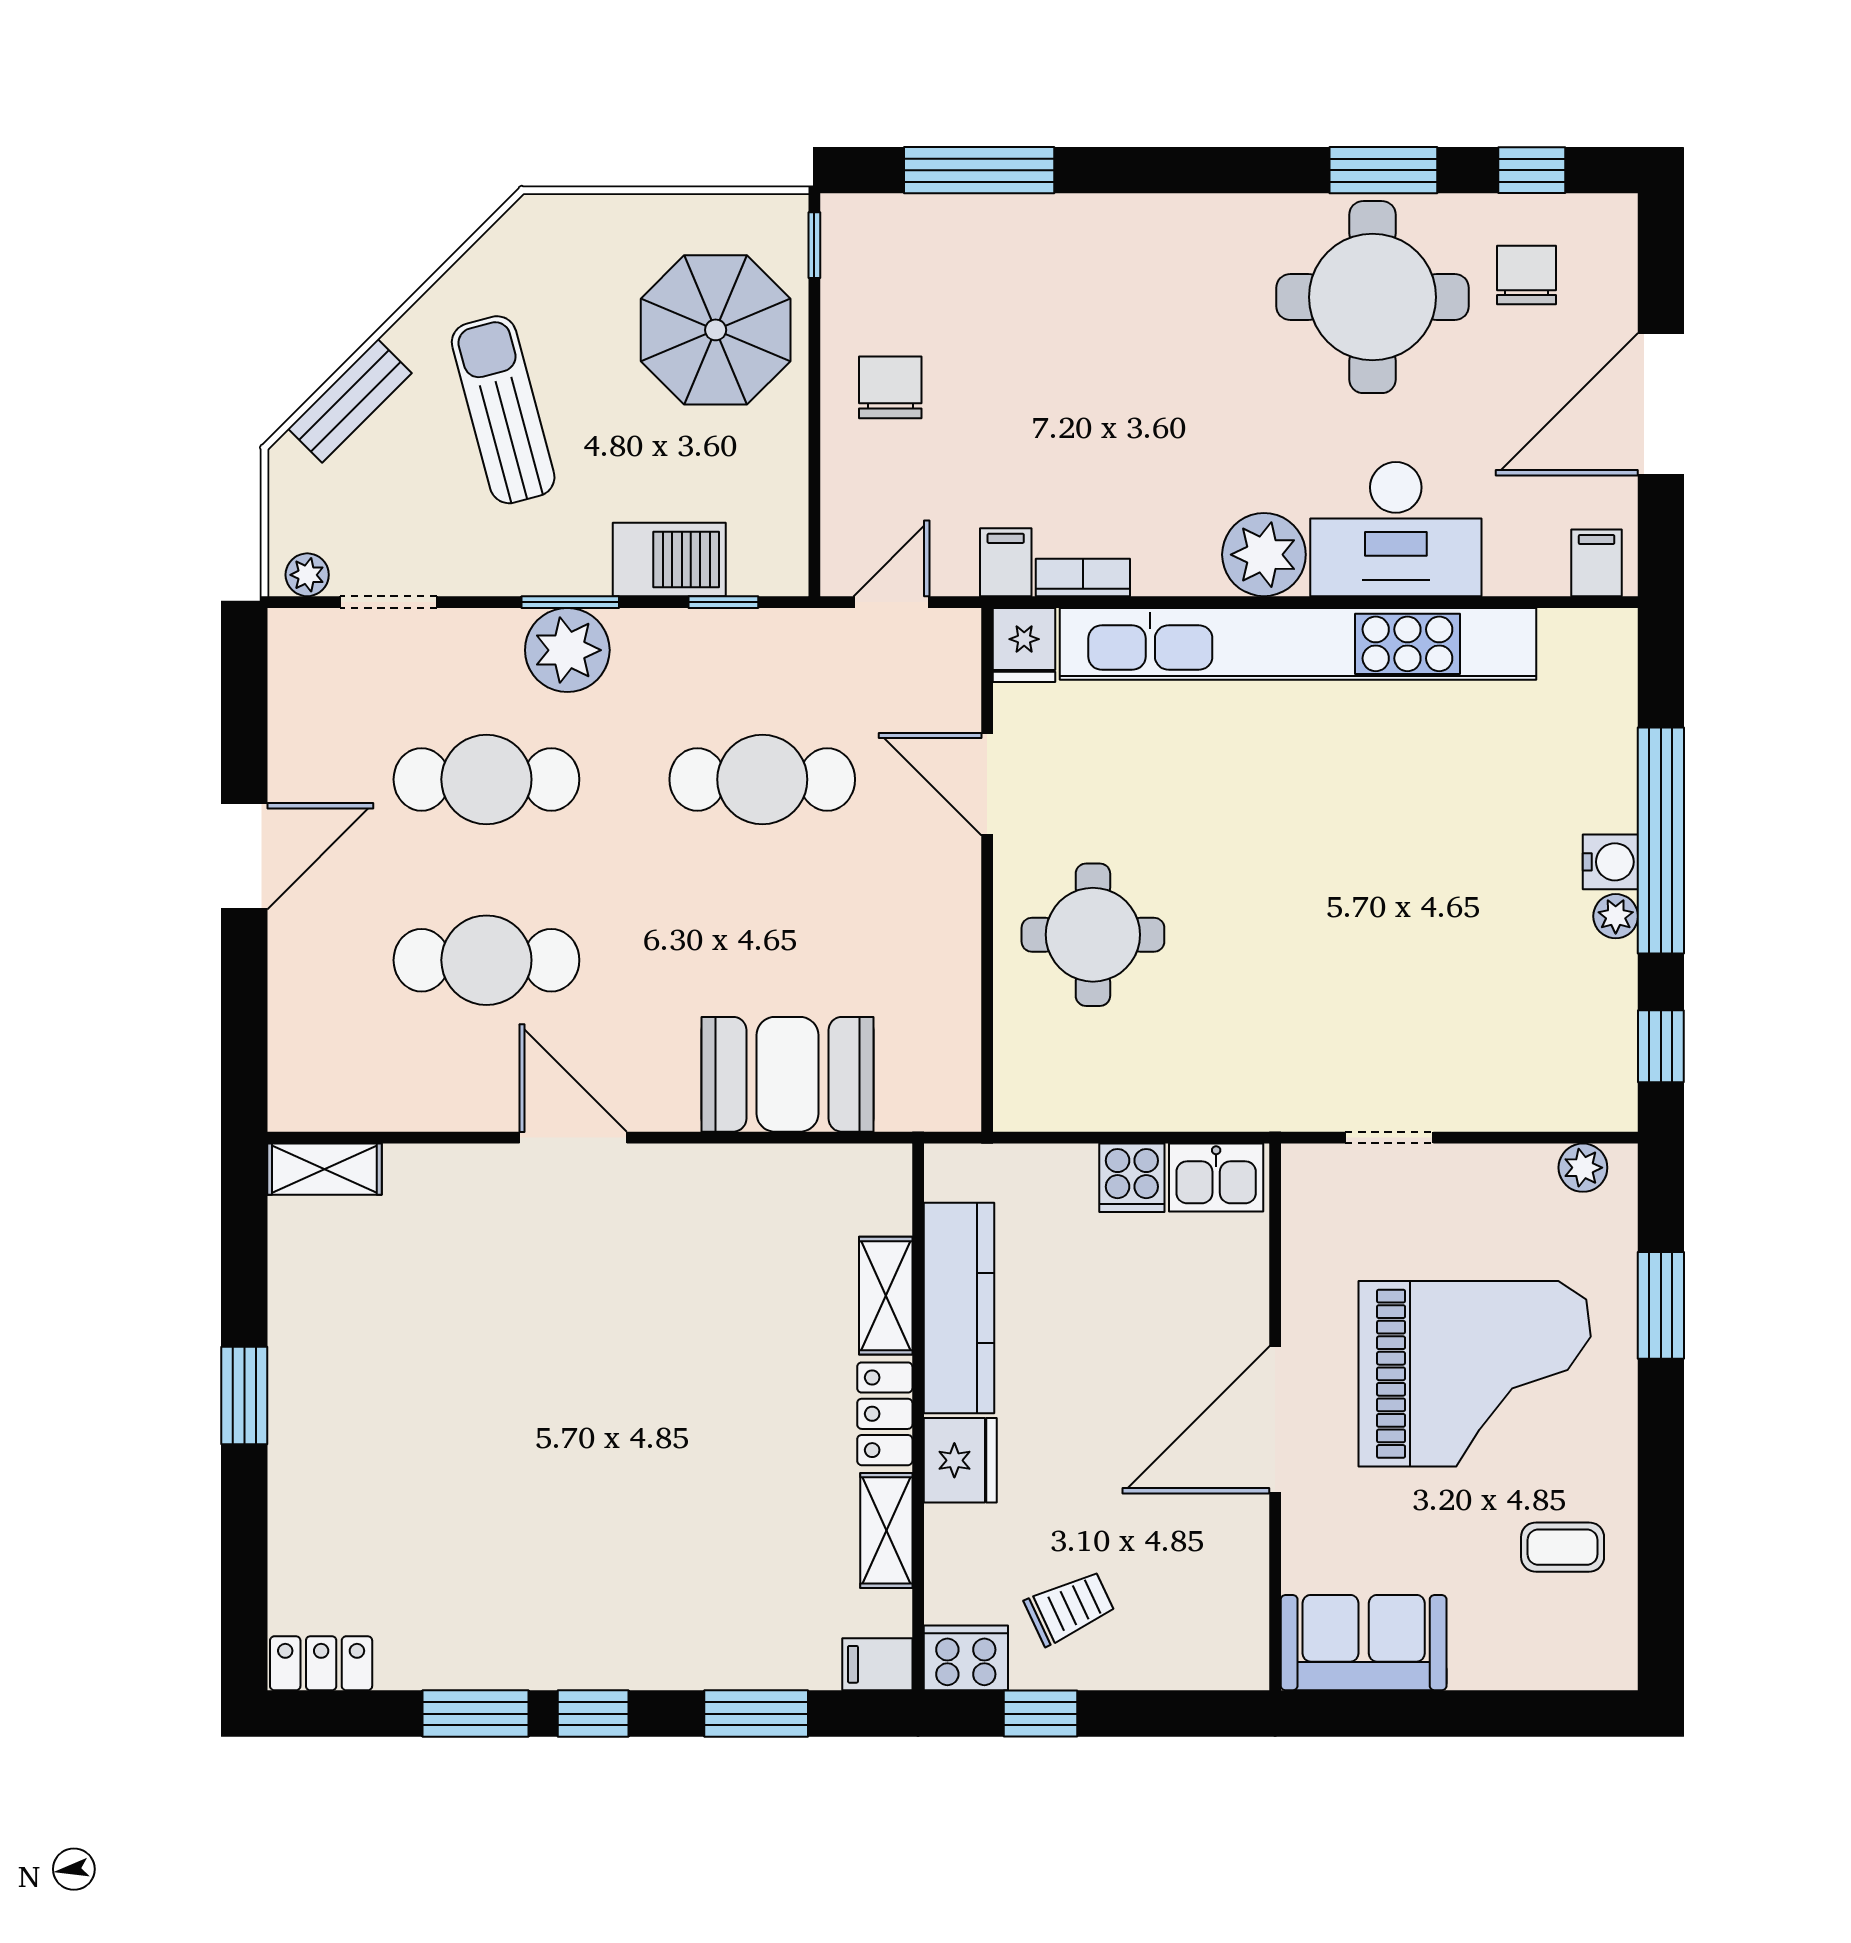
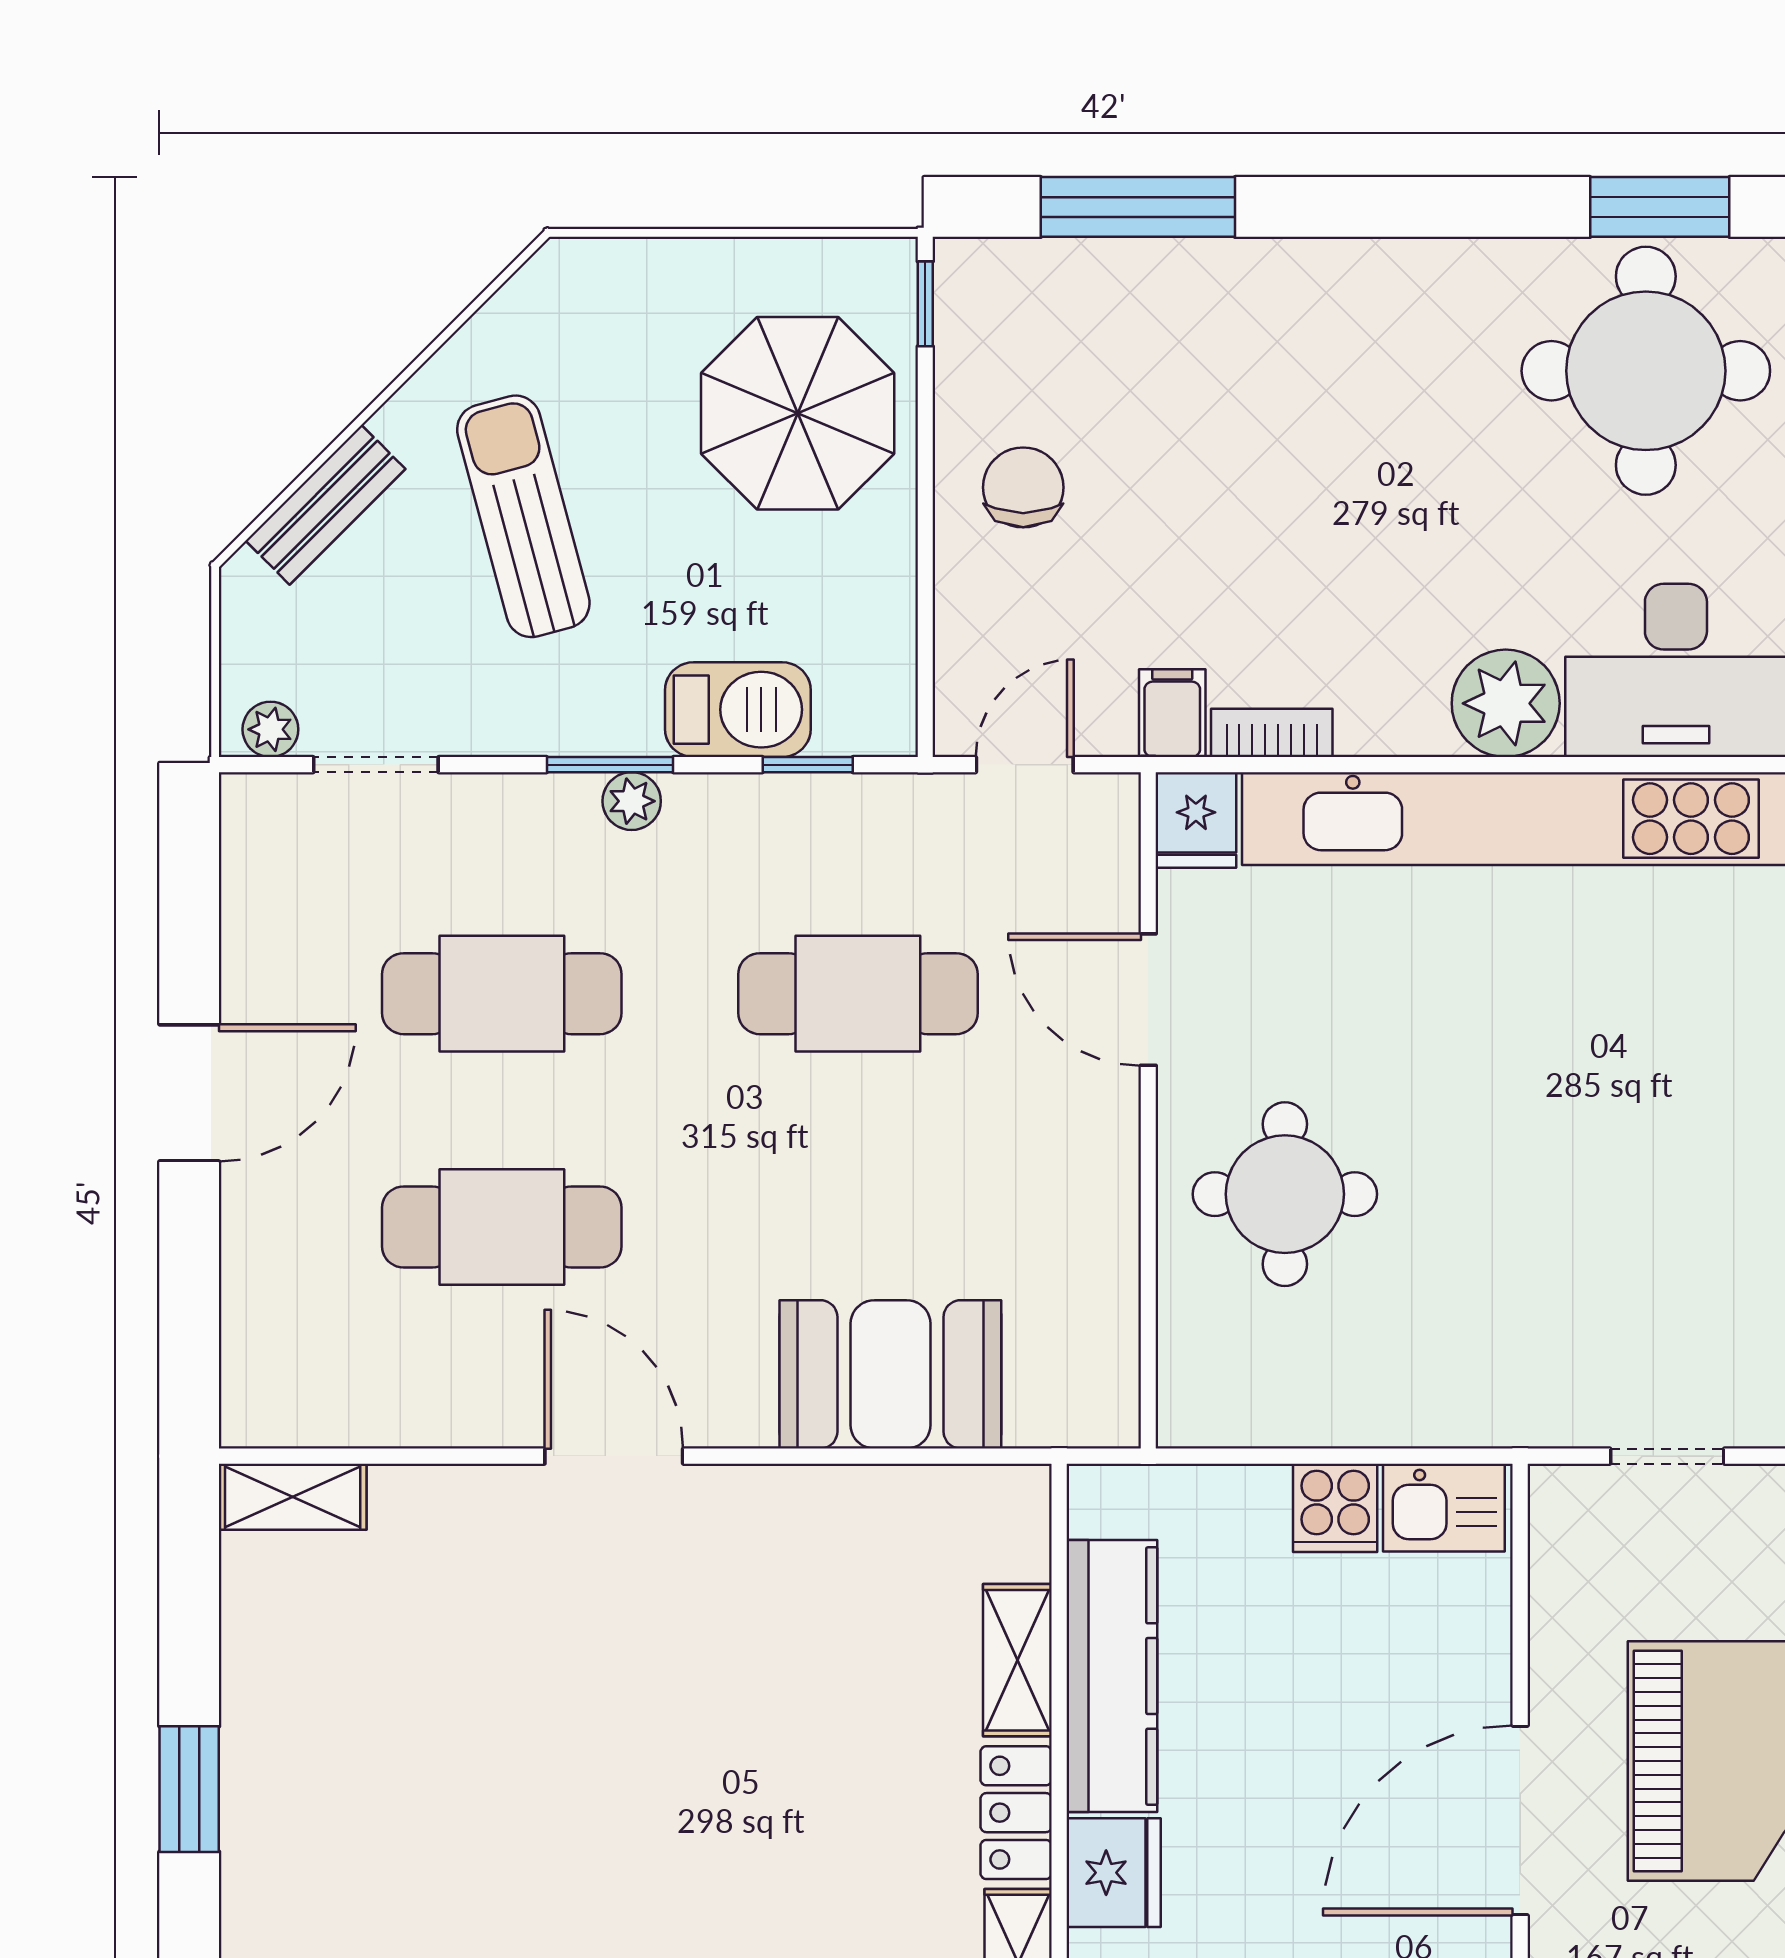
plant: (567, 650) -> (632, 801), width x0.53, depth x0.53

